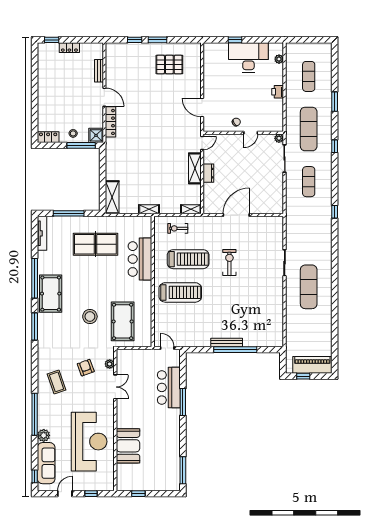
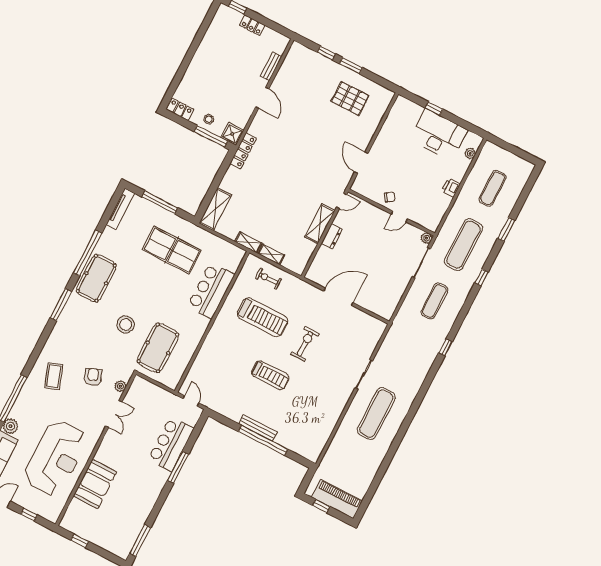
locker: (110, 122) -> (243, 151), moved
shelving: (191, 209) -> (271, 254), moved
treadmill: (180, 292) -> (270, 375), moved, width x0.73, depth x0.73

